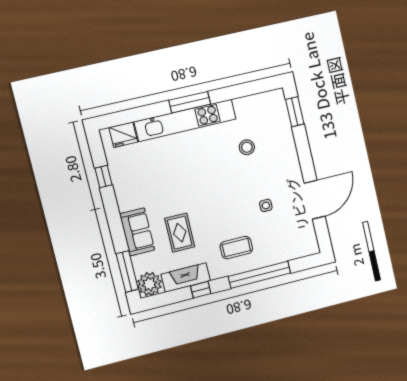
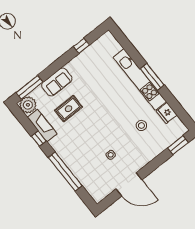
fridge: (123, 135) -> (167, 113), moved
coffee table: (236, 248) -> (76, 149), removed

